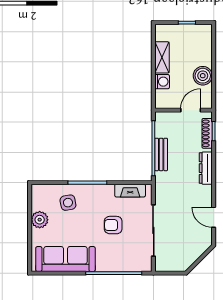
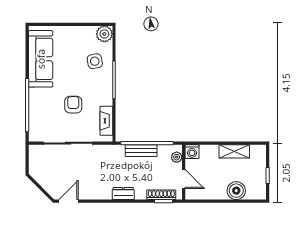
boiler: (203, 76) -> (236, 191), moved
washing machine: (162, 82) -> (192, 152), moved
plant: (168, 117) -> (177, 157), added
dresser: (206, 168) -> (123, 194), width x0.70
door: (214, 217) -> (68, 201), moved
plant: (40, 220) -> (104, 34), moved

